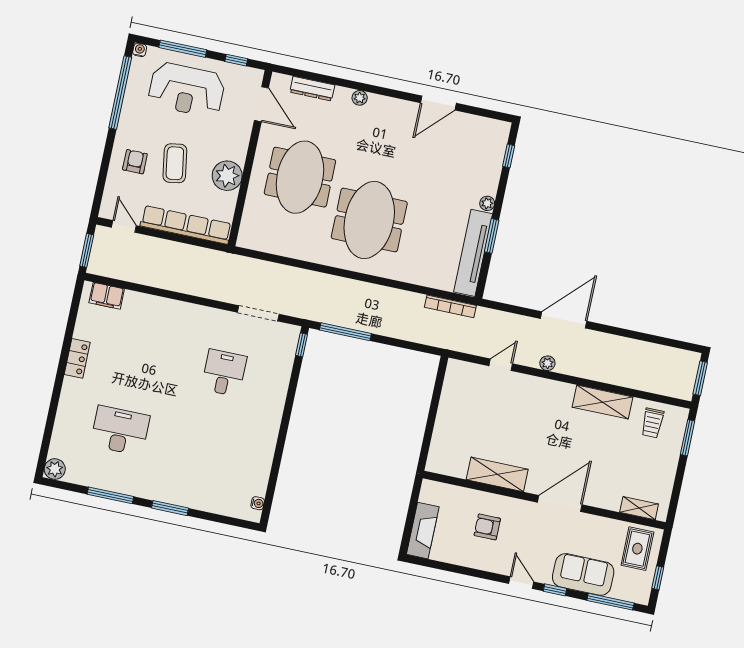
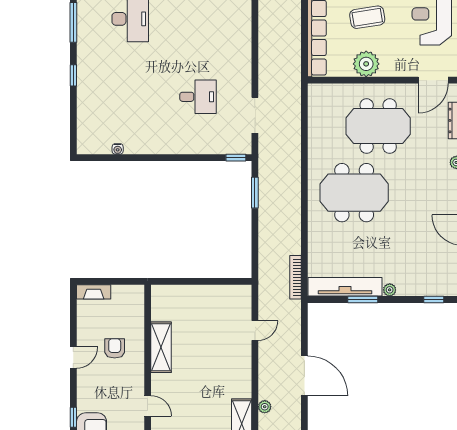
window: (345, 332) -> (255, 193), width x0.69
plant: (547, 363) -> (265, 407), moved
door: (501, 365) -> (255, 331), hinge flipped
water cooler: (258, 503) -> (118, 149), moved
door: (560, 504) -> (148, 406), width x0.53
window: (170, 508) -> (73, 75), width x0.67
fireplace: (423, 531) -> (94, 292), width x0.73, depth x0.76
door: (521, 583) -> (73, 358), moved

